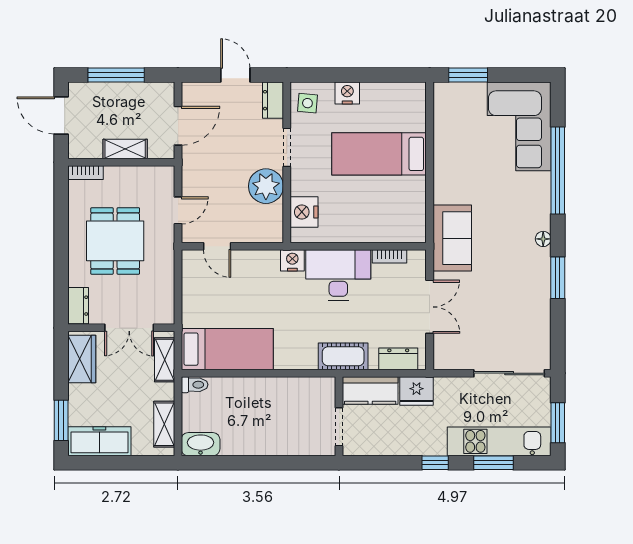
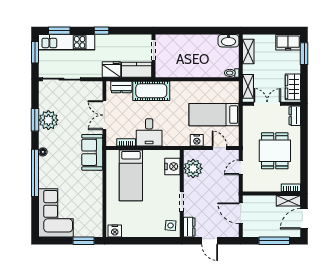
nightstand: (347, 93) -> (115, 231), moved
door: (61, 115) -> (304, 219), swing flipped
door: (178, 126) -> (241, 213), hinge flipped
shelving: (125, 149) -> (288, 201), moved
bed: (379, 154) -> (131, 175), moved, turned 90
window: (558, 171) -> (35, 173), moved
plant: (266, 186) -> (193, 168), moved
nightstand: (292, 260) -> (197, 140), moved
desk: (338, 275) -> (149, 132), width x0.73
window: (558, 278) -> (35, 120), moved
plant: (533, 298) -> (48, 120), added
bed: (227, 349) -> (214, 115), moved
cot: (343, 356) -> (151, 91), width x1.37, depth x1.34
freezer: (99, 441) -> (288, 42), width x0.71
window: (494, 463) -> (59, 31), moved

